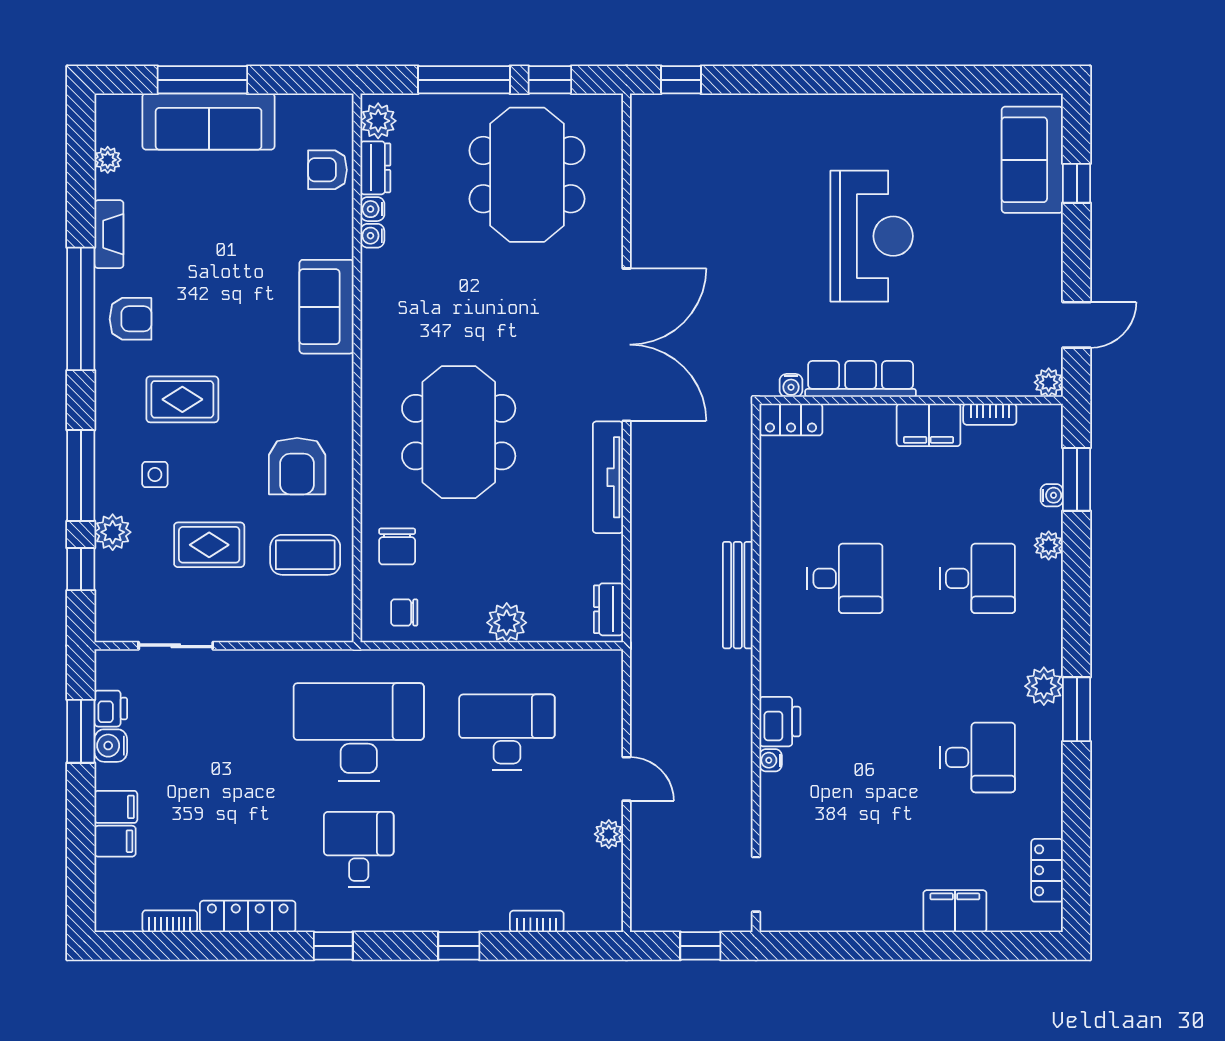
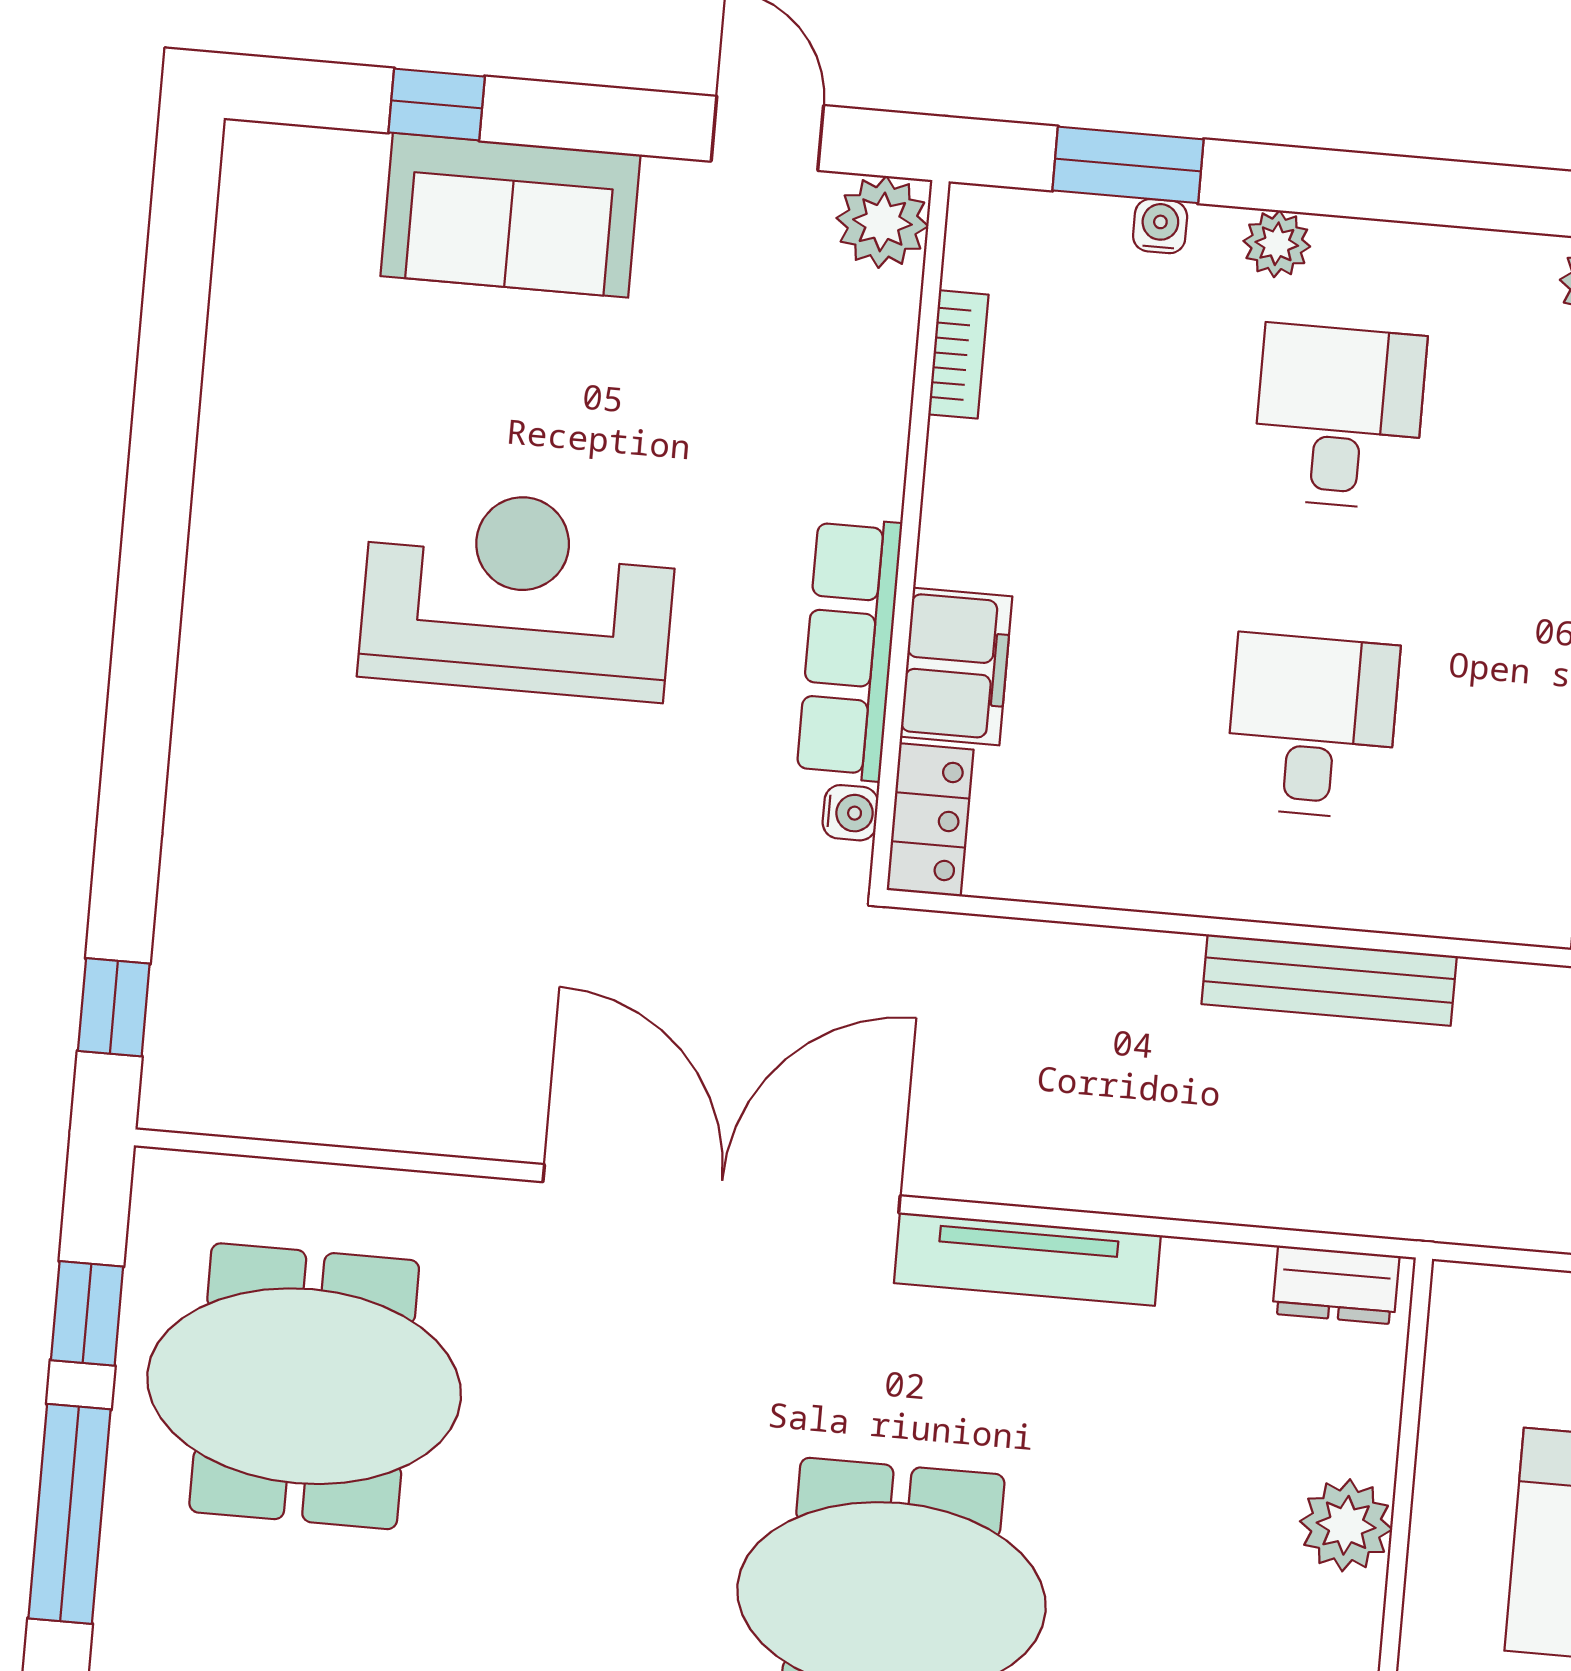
sofa: (1032, 160) -> (511, 215), moved
plant: (1049, 382) -> (882, 222), width x1.38, depth x1.38
filing cabinet: (929, 425) -> (956, 666), moved

